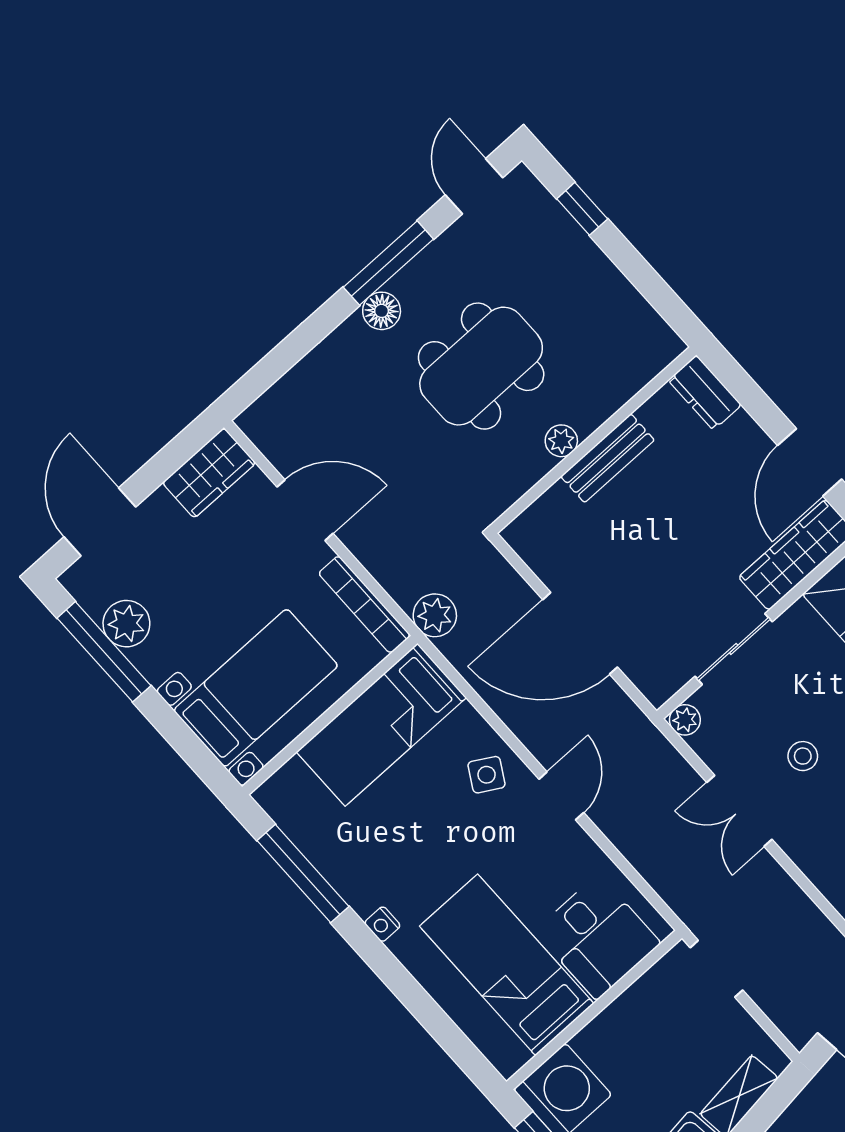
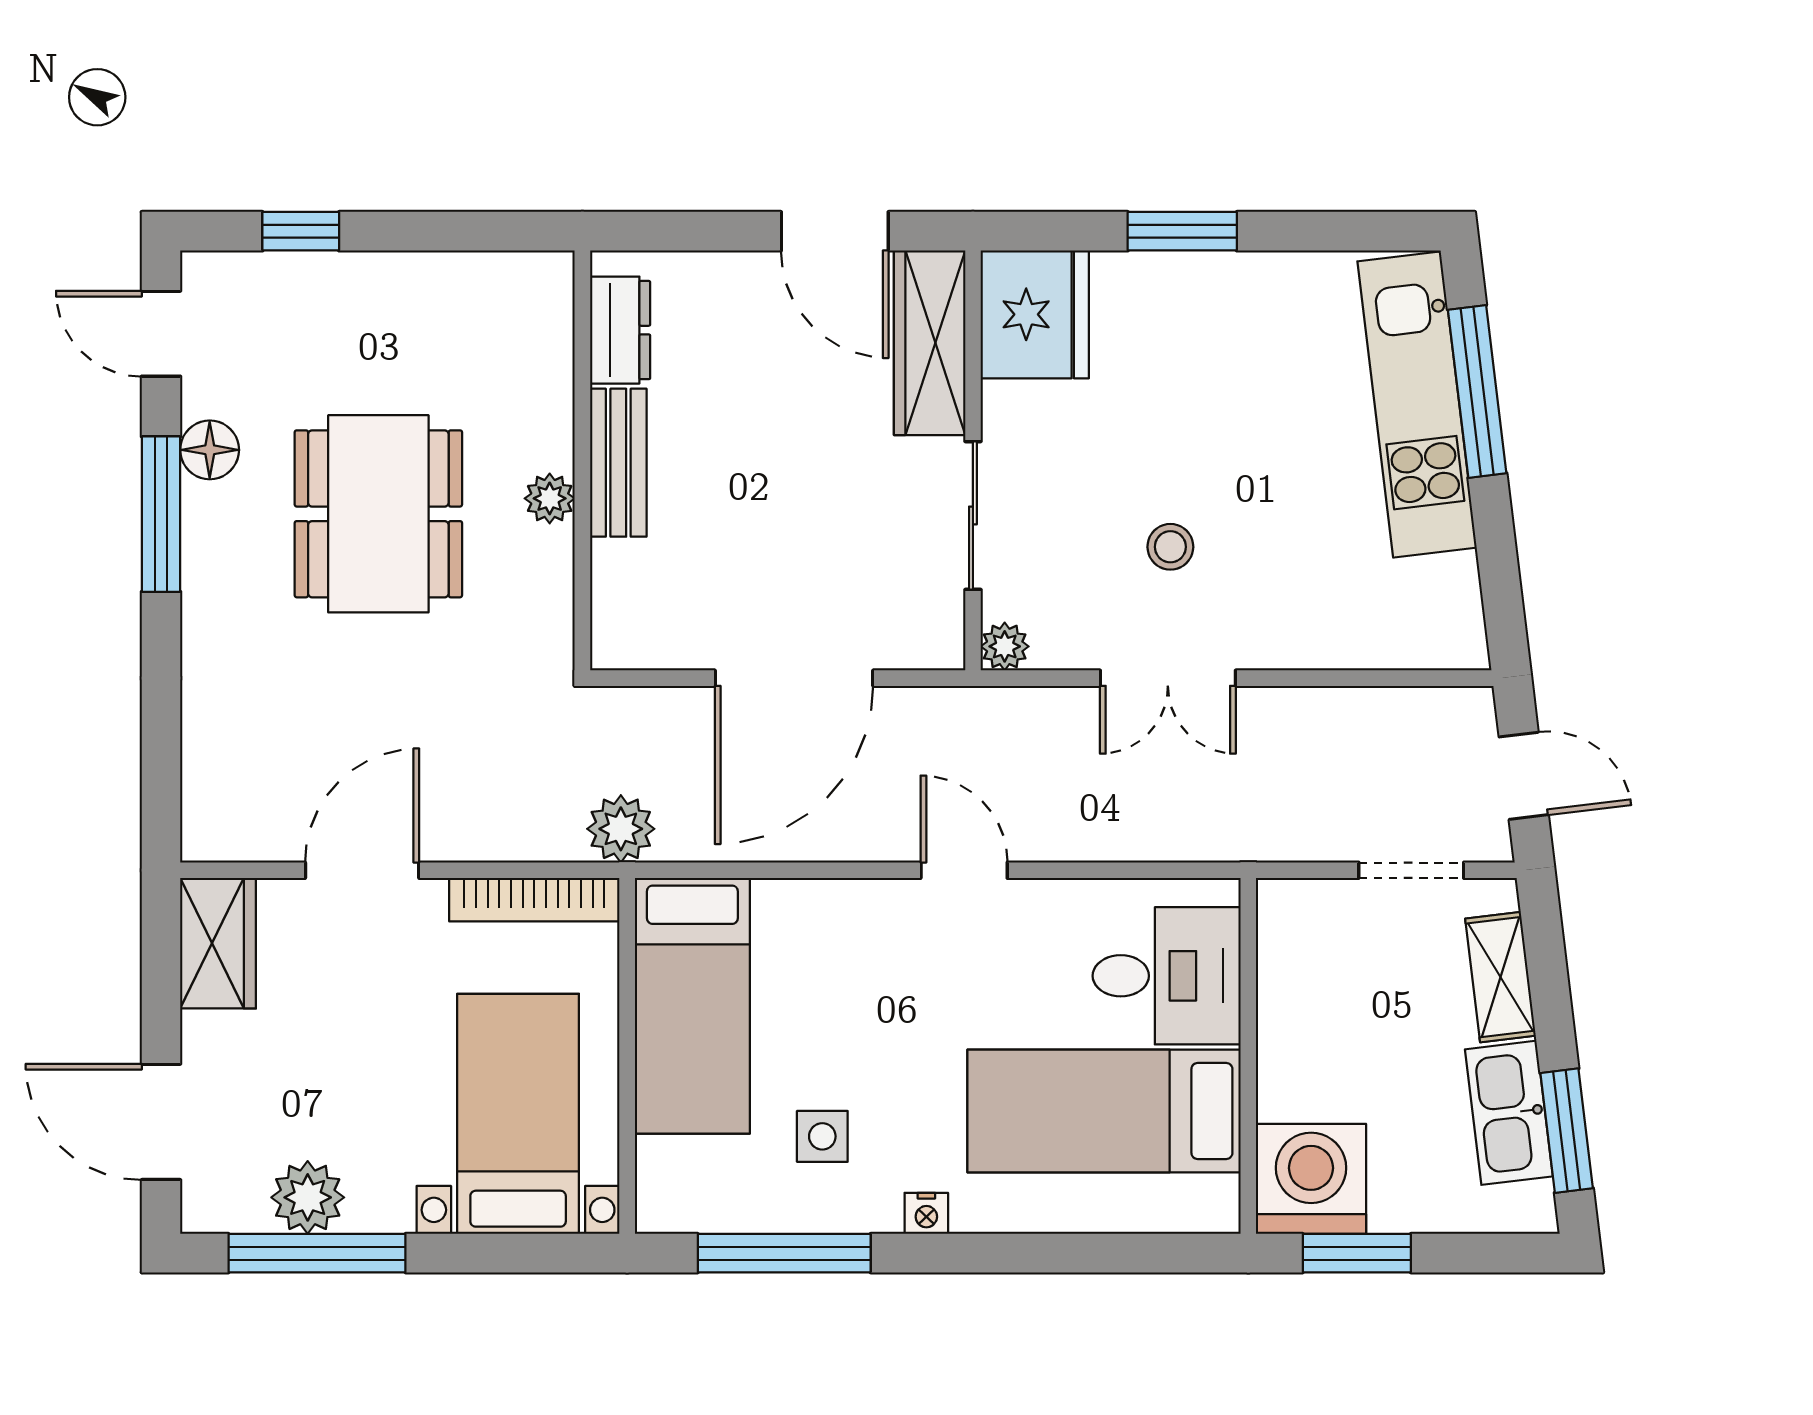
floor lamp: (382, 311) -> (210, 450), moved
dresser: (705, 393) -> (620, 330), moved, turned -90
side table: (487, 775) -> (822, 1136), moved, turned -30
doorway: (717, 969) -> (1411, 870), moved

